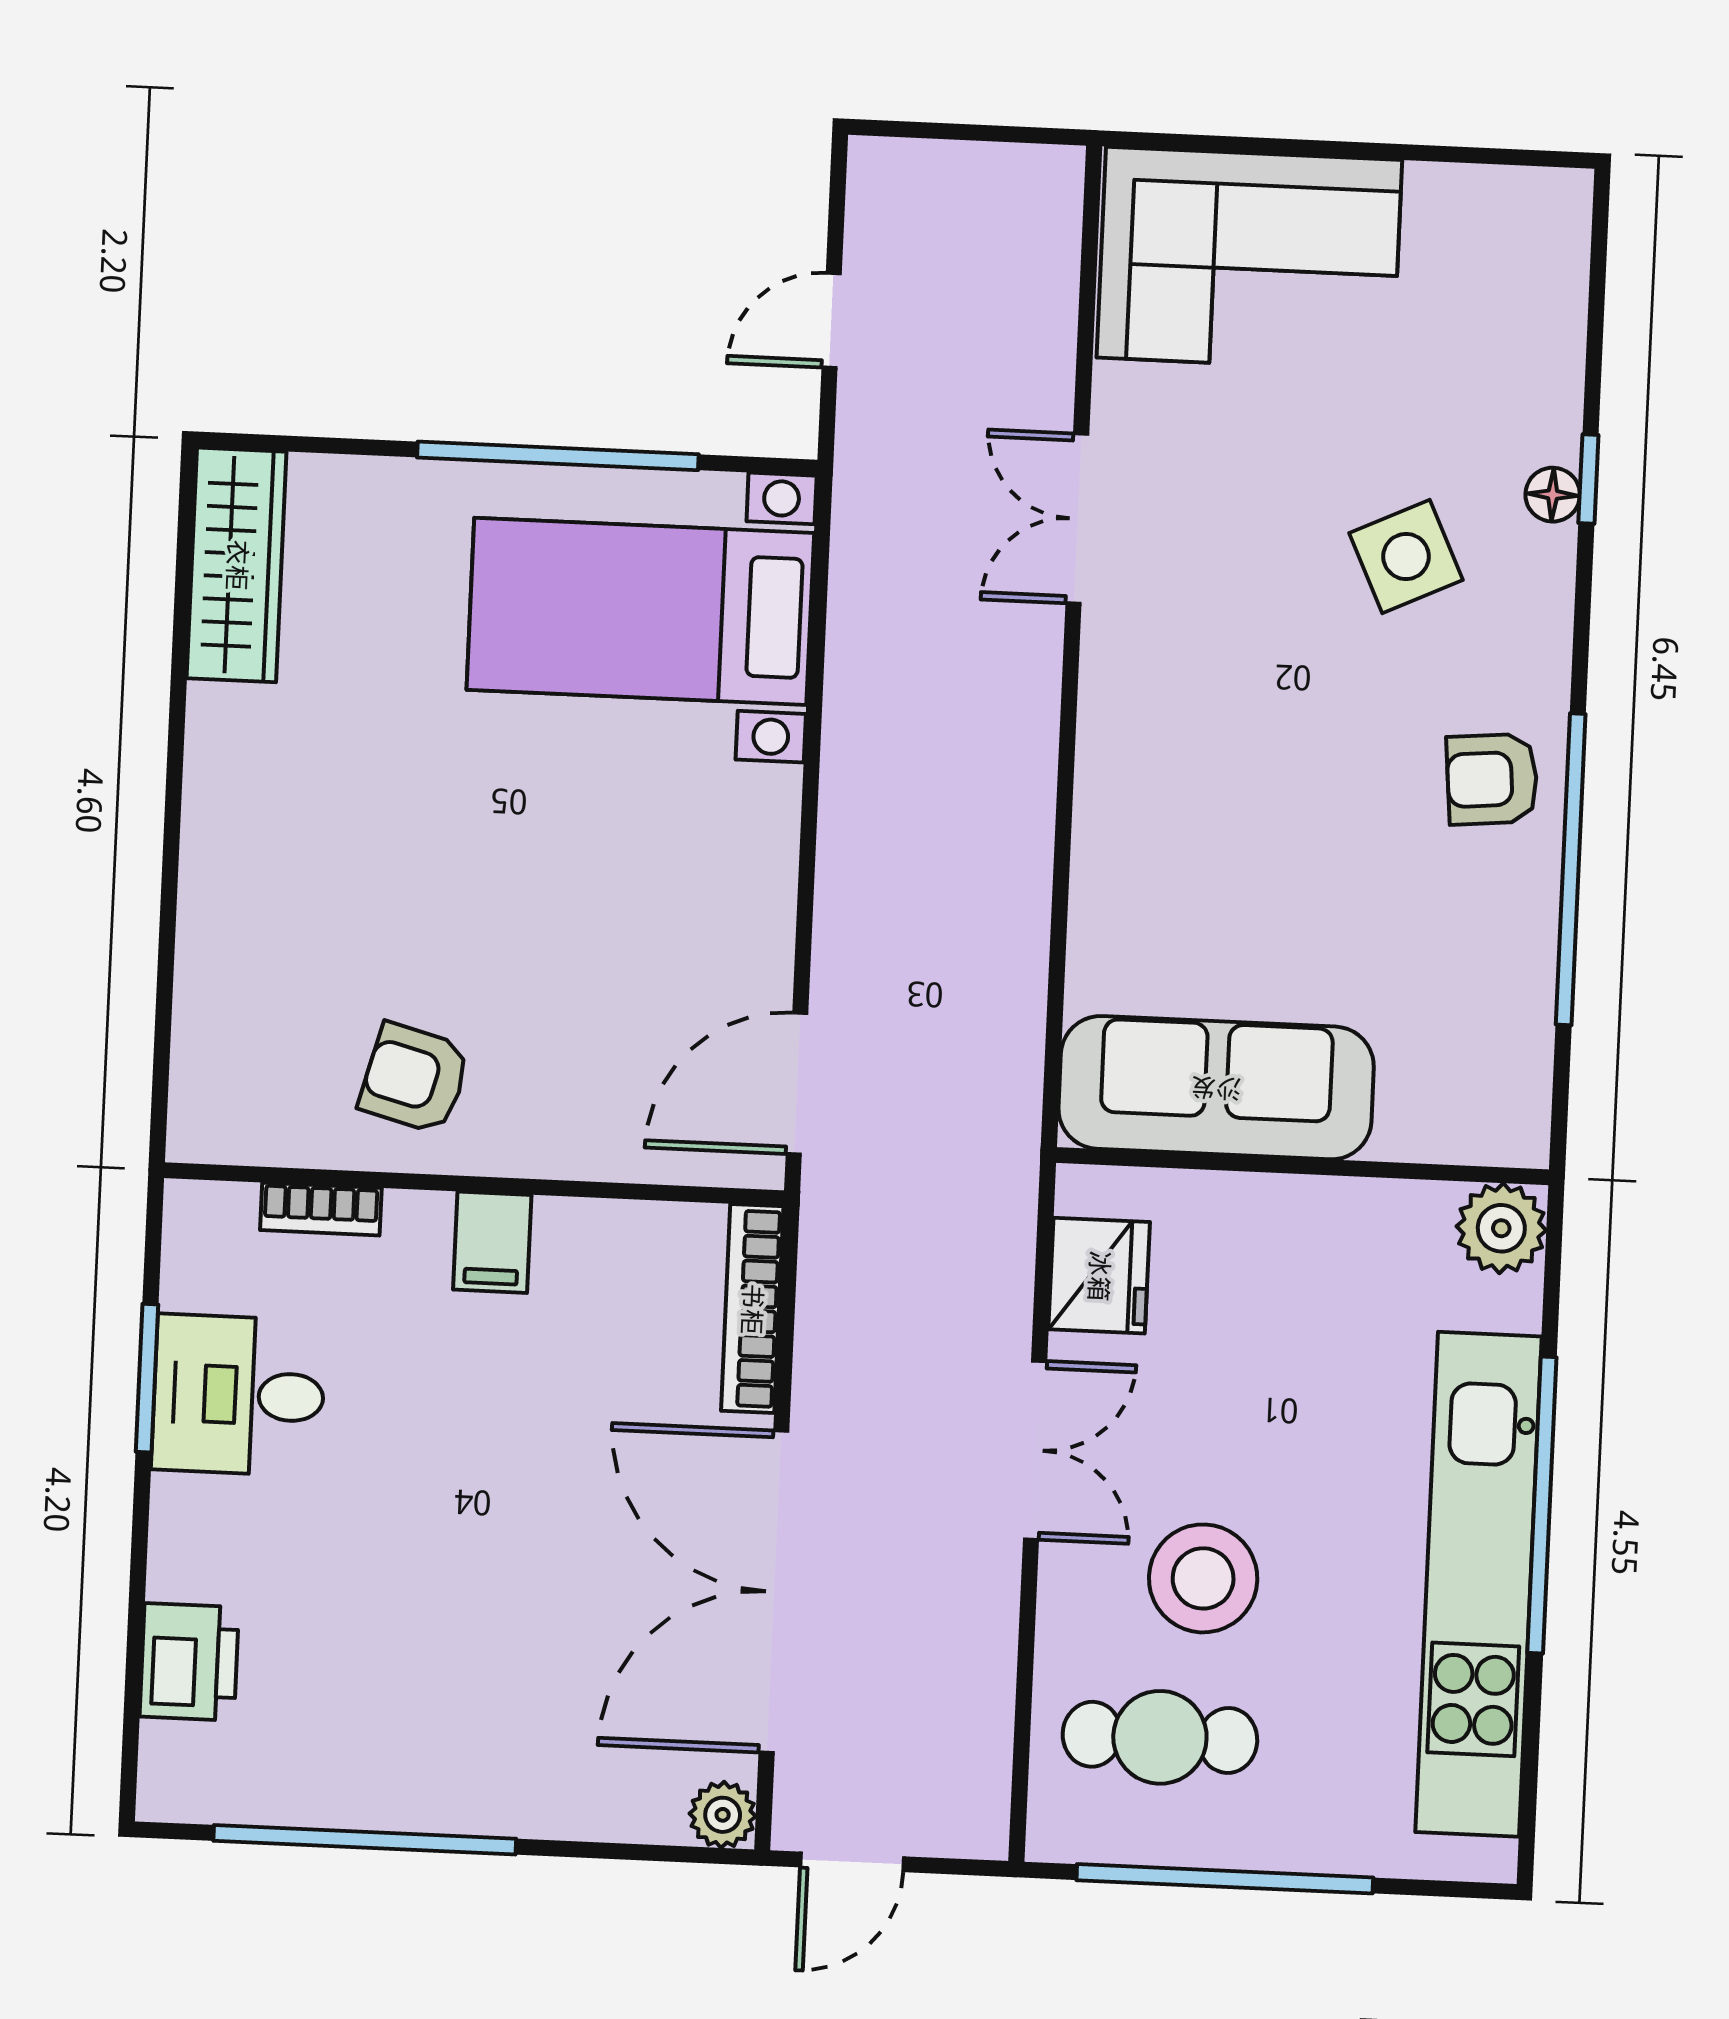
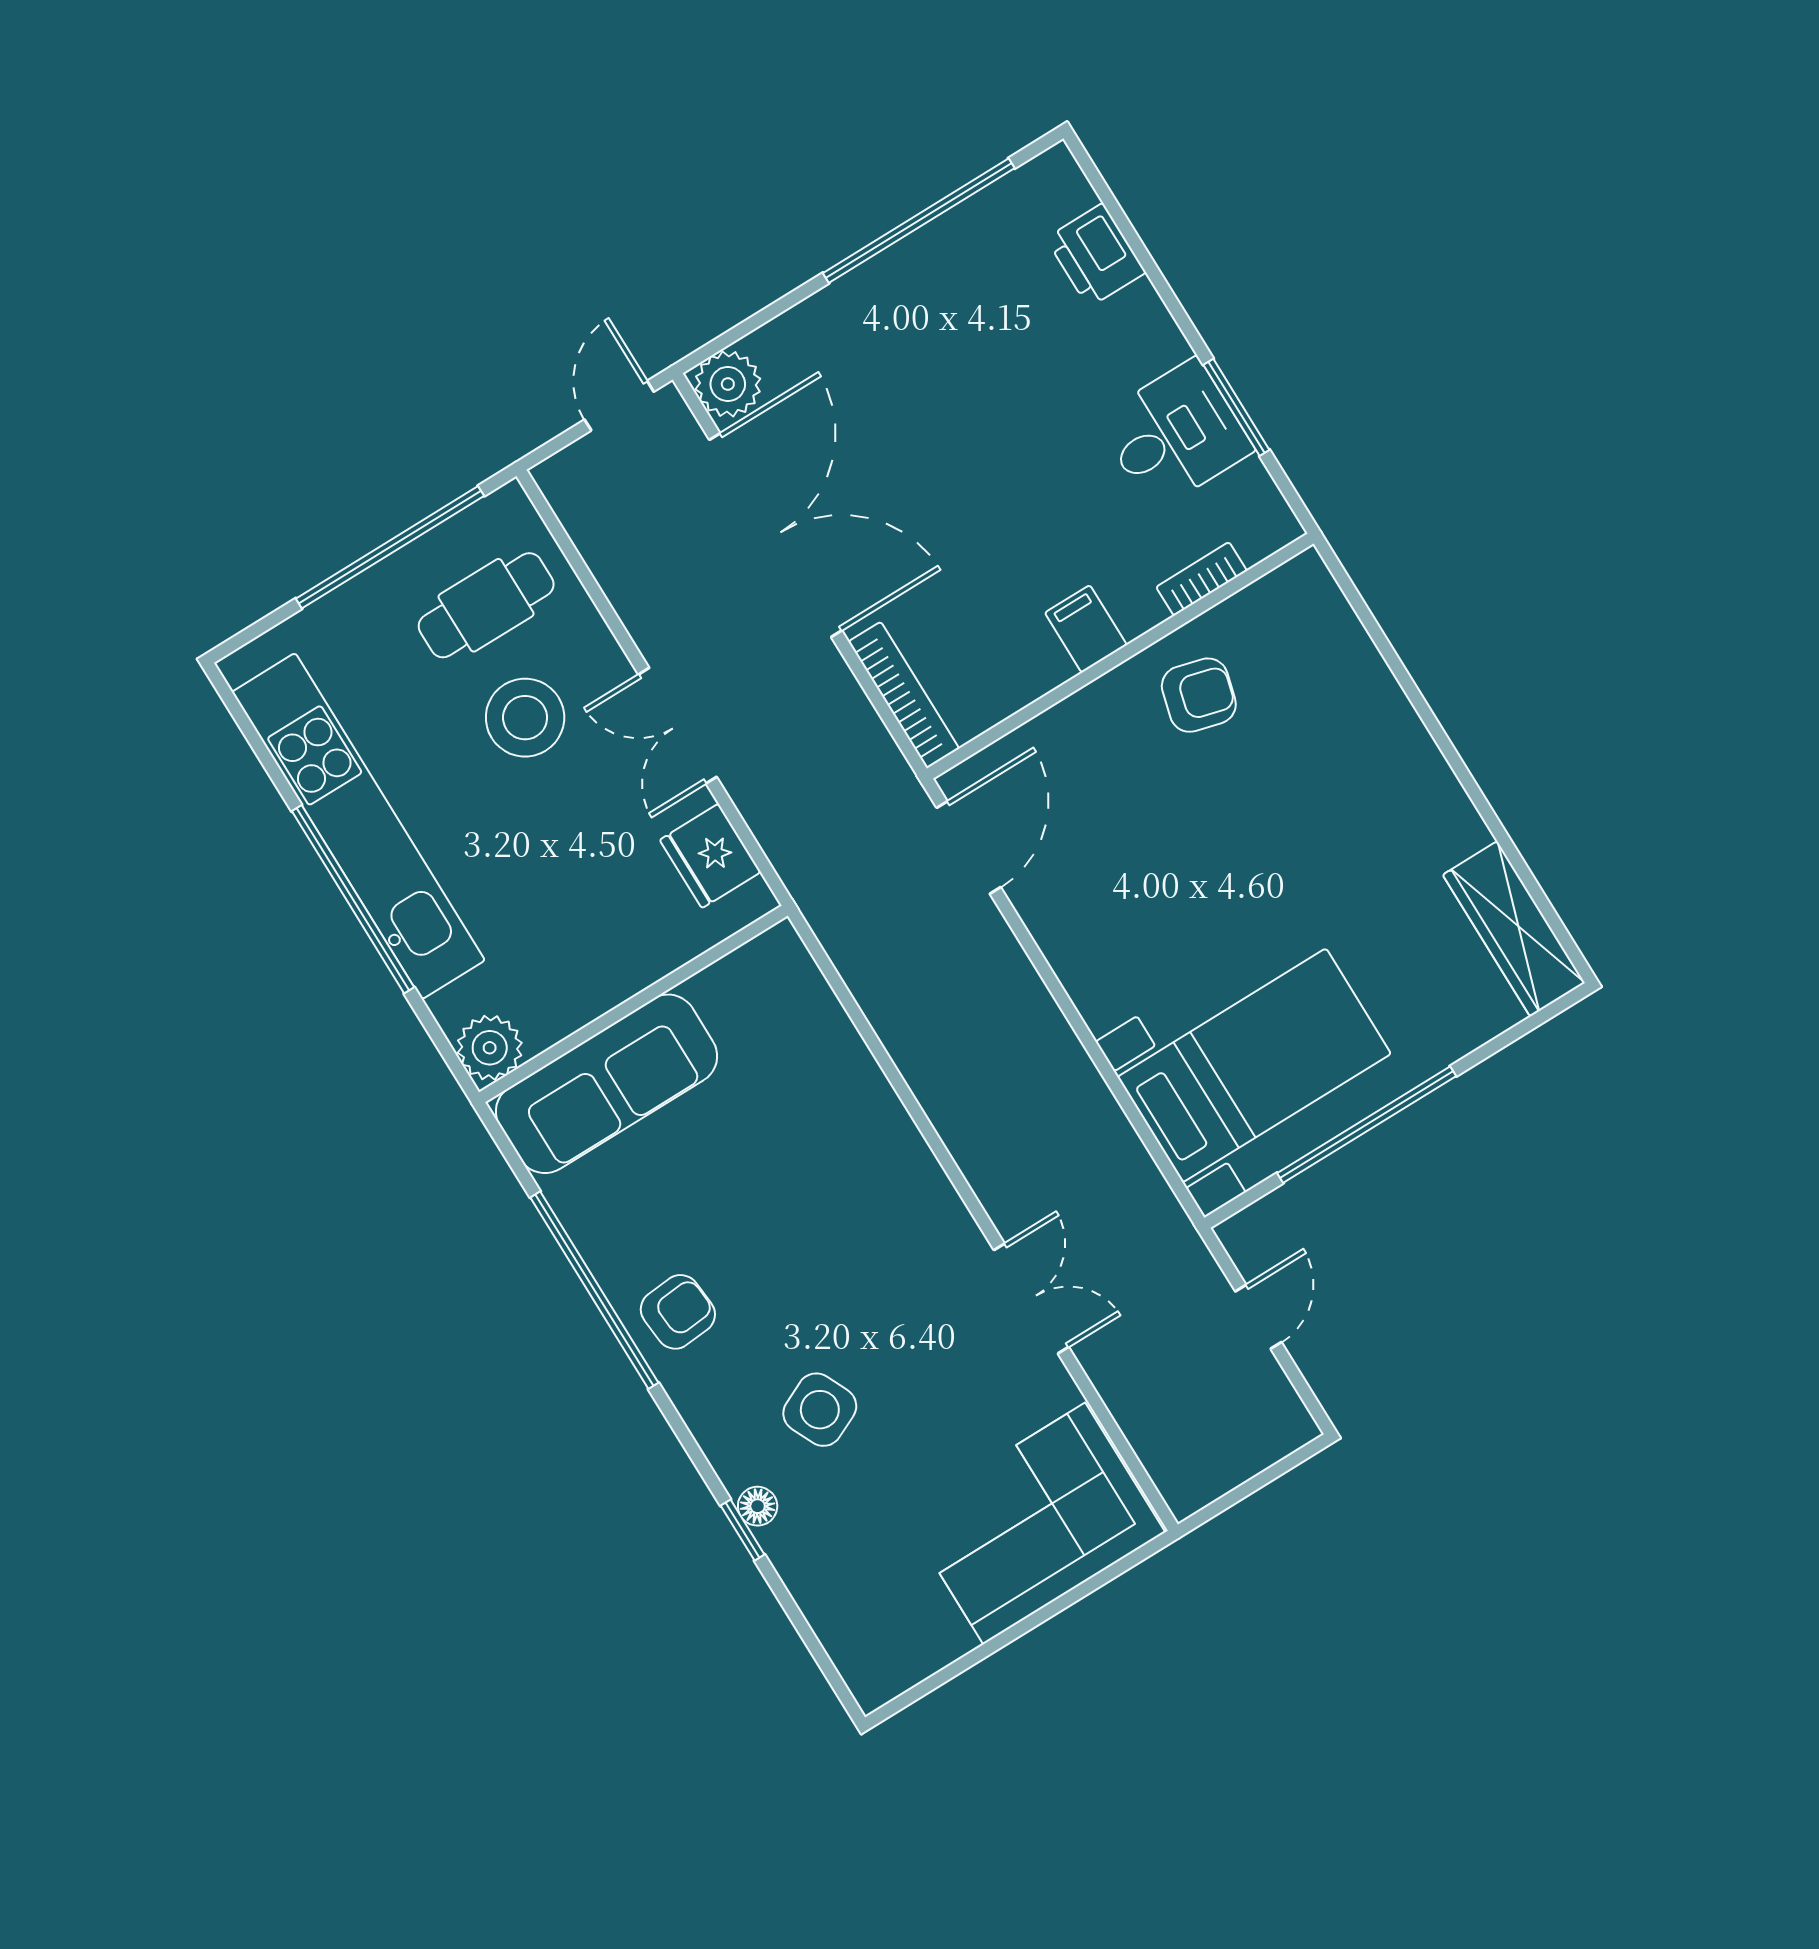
sofa: (1216, 1088) -> (606, 1084), moved
plant: (723, 1815) -> (728, 384), width x1.38, depth x1.38

